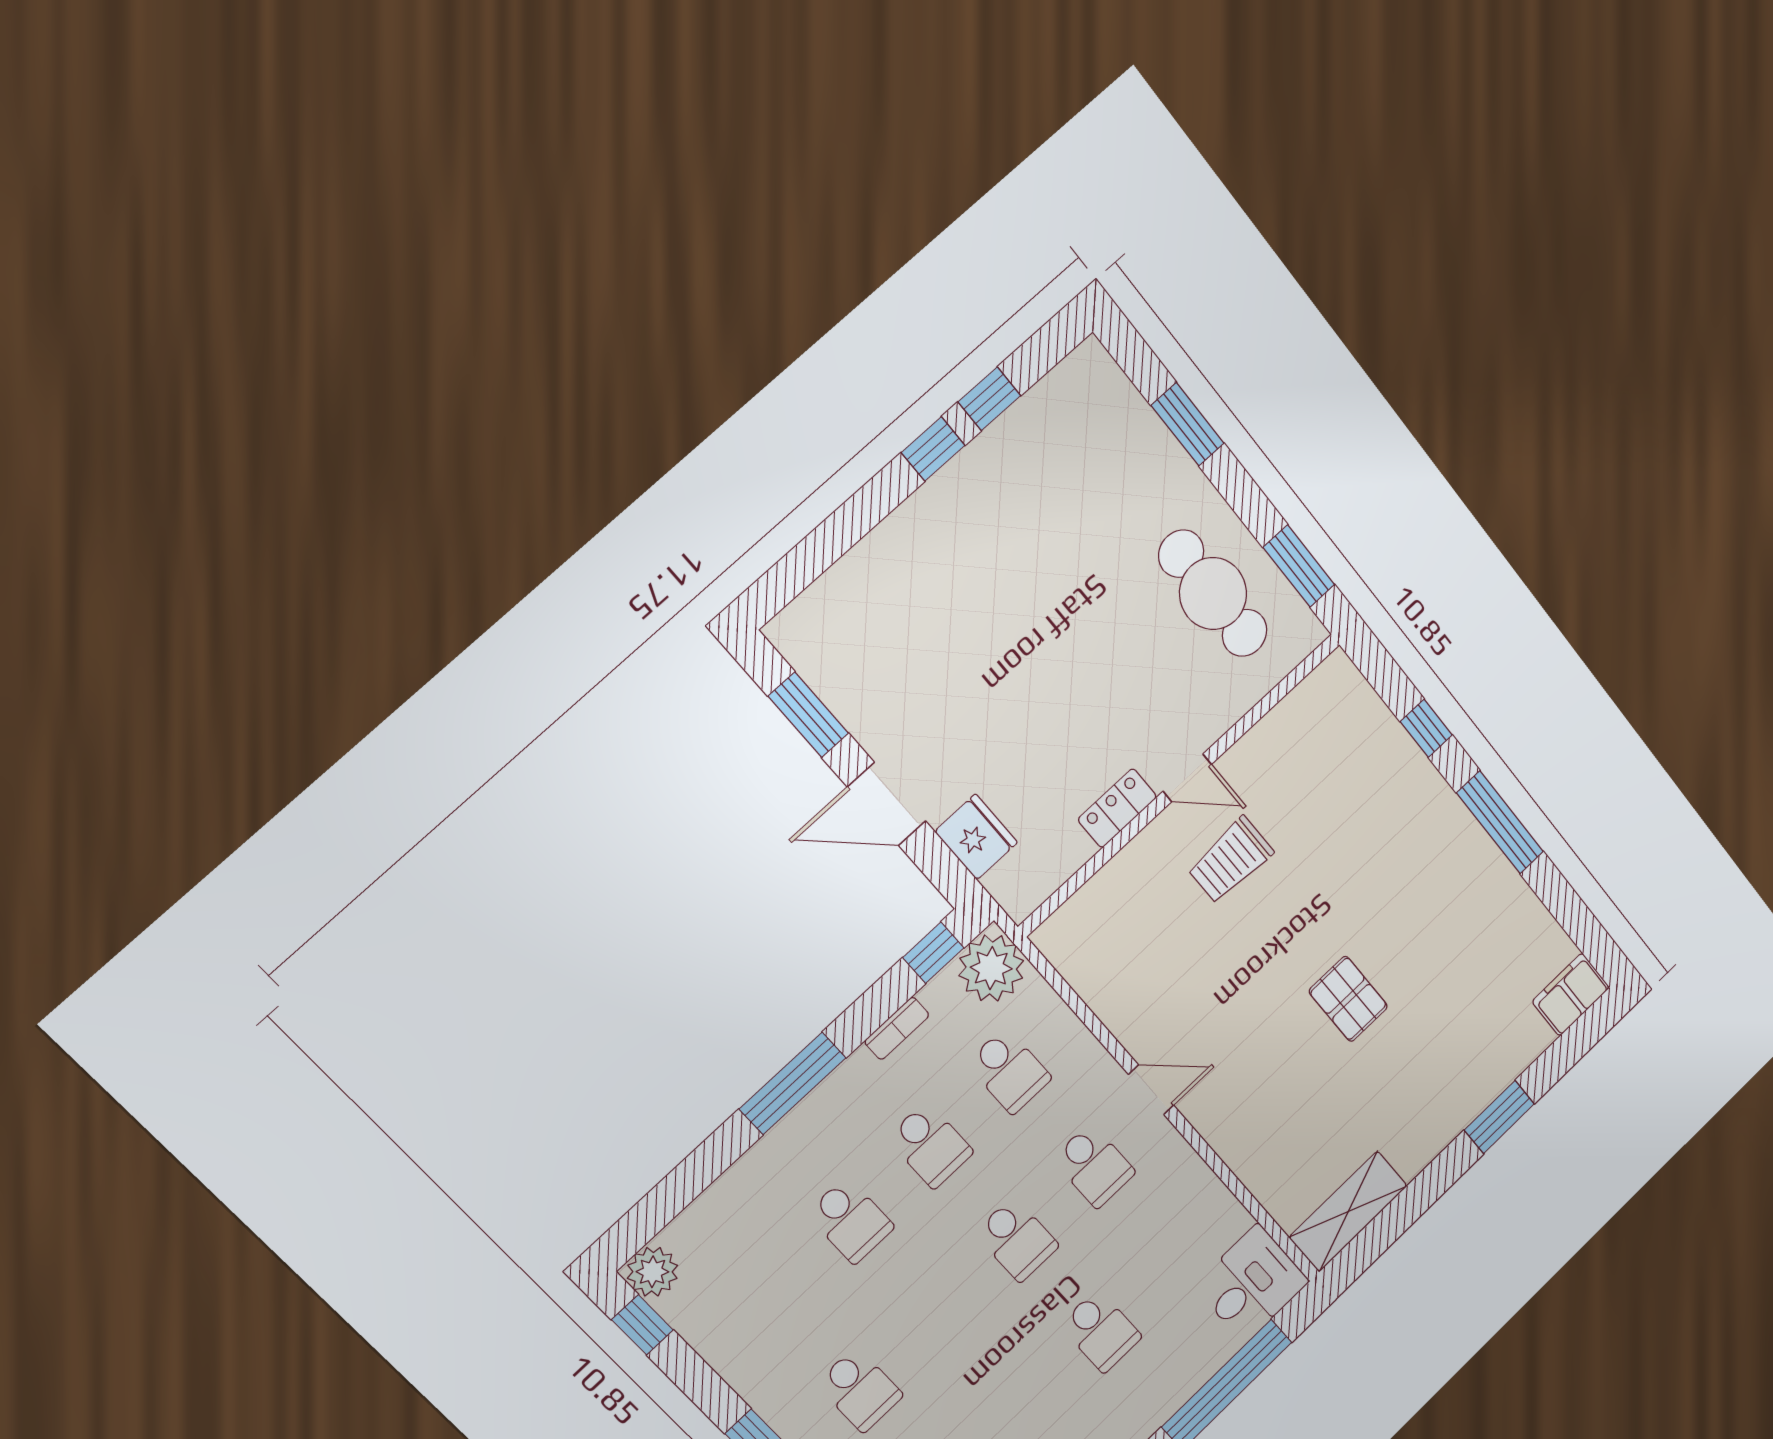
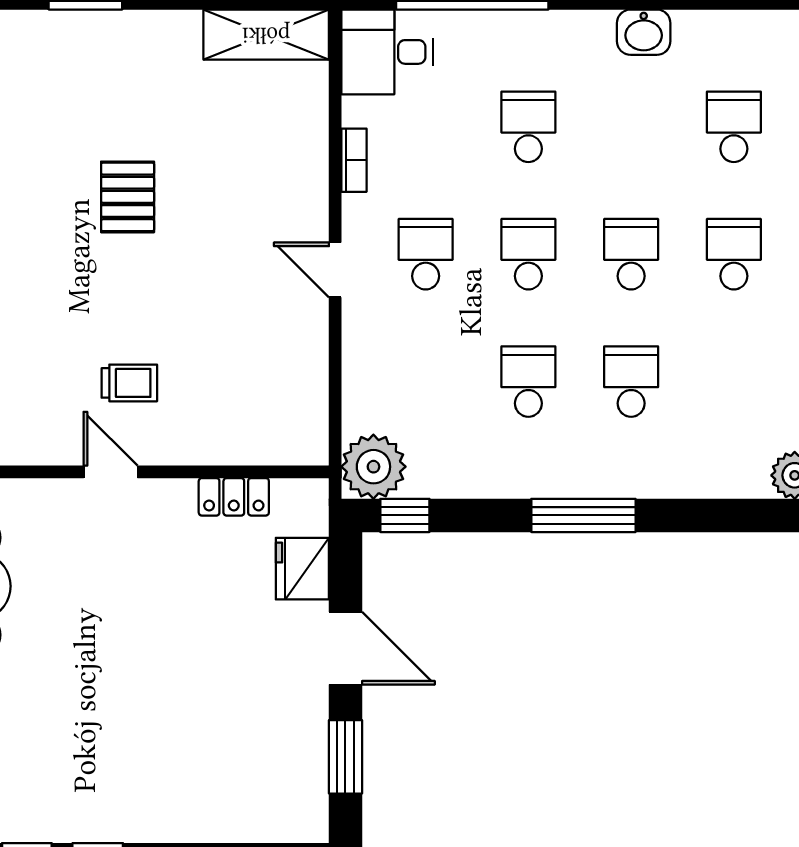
locker: (1117, 808) -> (234, 497), moved
trolley: (1231, 860) -> (129, 383), width x0.73, depth x0.72
bookcase: (897, 1028) -> (354, 160), moved, turned 90
school desk: (1009, 1071) -> (631, 254), moved

